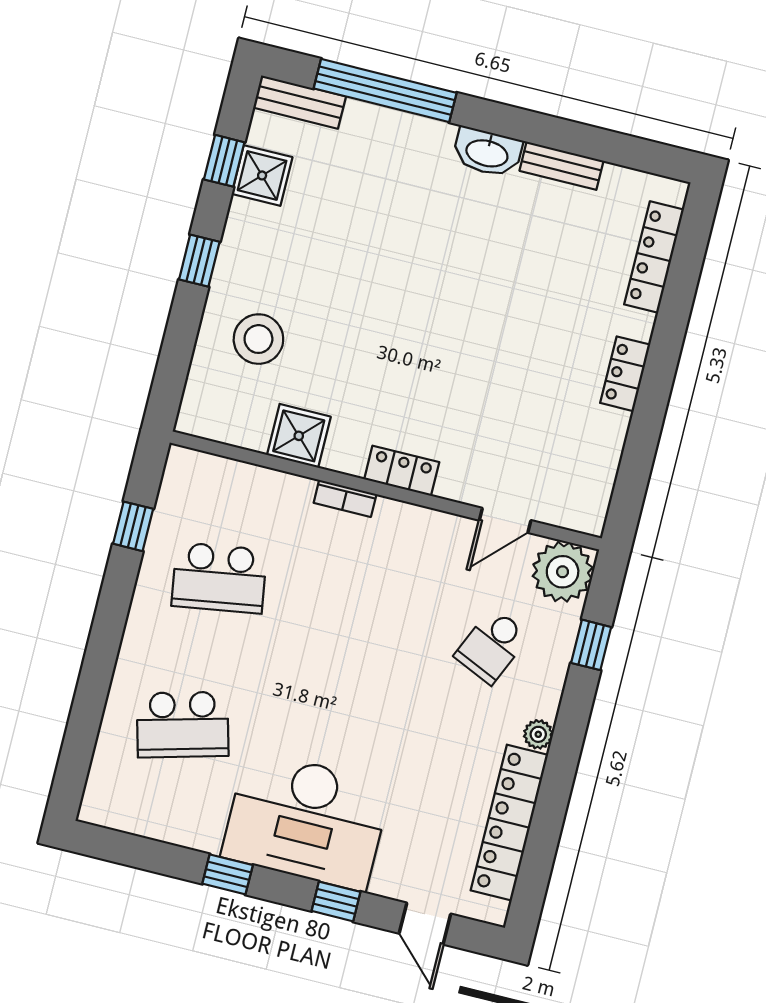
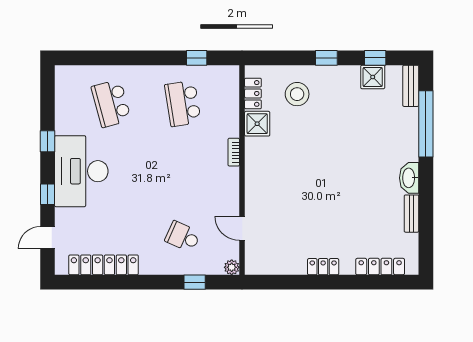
locker: (402, 471) -> (253, 93), moved
plant: (563, 572) -> (232, 267), width x0.53, depth x0.53
plant: (538, 734) -> (147, 268), removed

